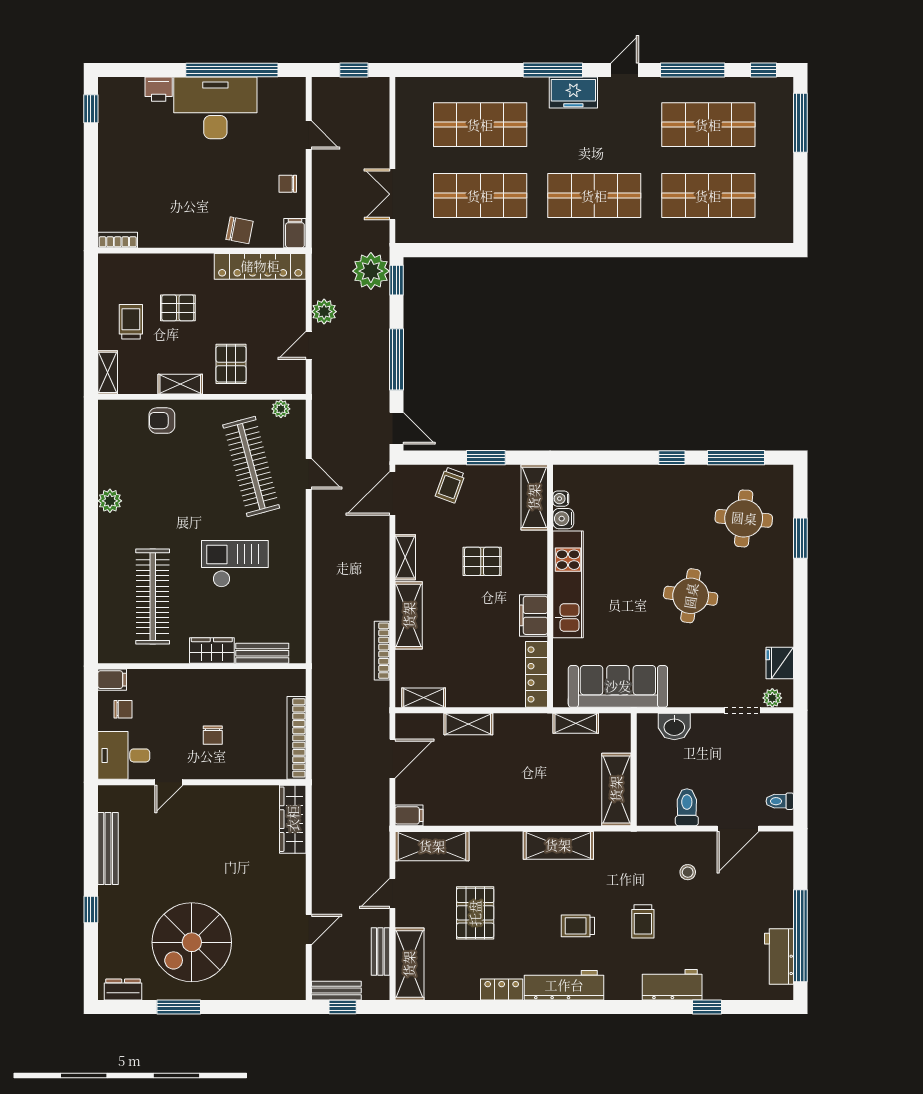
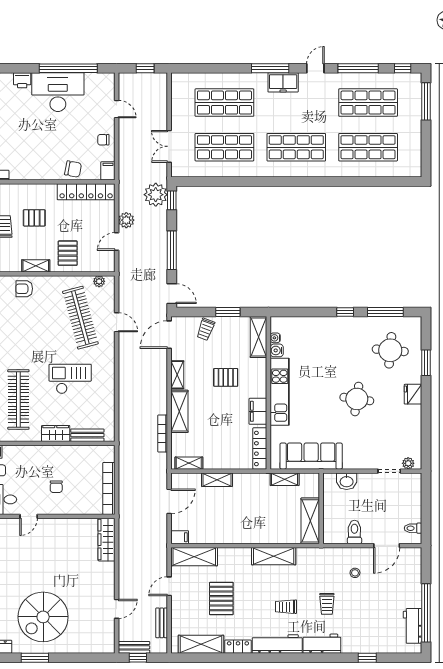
fridge: (780, 663) -> (413, 394), moved
shelving: (409, 964) -> (201, 644), moved, turned 90
workbench: (672, 985) -> (322, 644), moved

